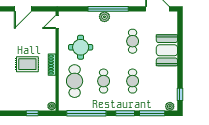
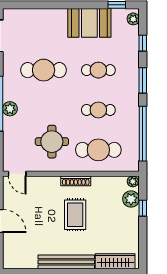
cafe table: (133, 41) -> (44, 70), width x1.37, depth x1.35
booth: (167, 50) -> (89, 23), moved
plant: (39, 105) -> (131, 199), added
window: (152, 113) -> (143, 43), width x0.46

